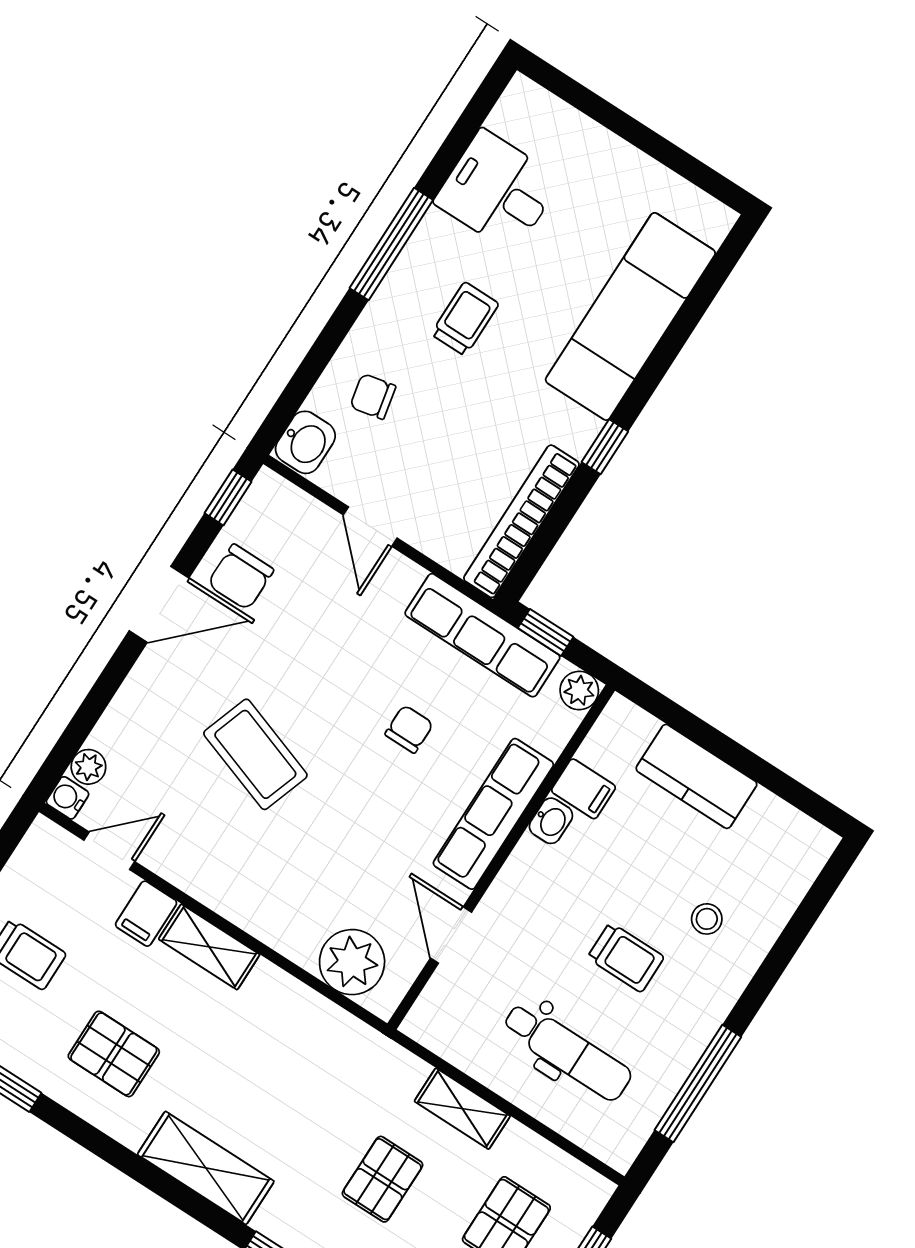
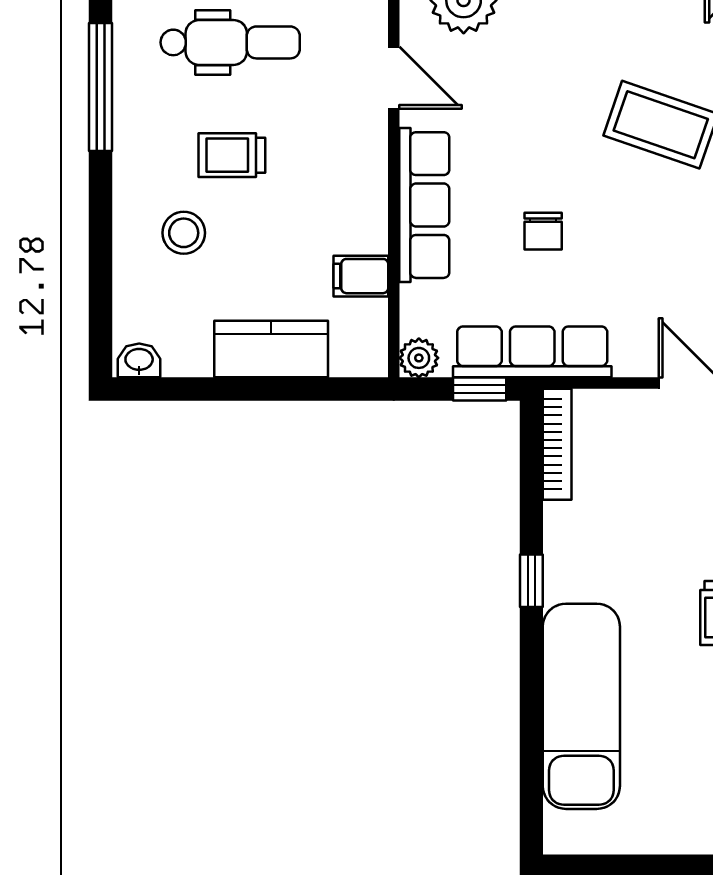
bookcase: (521, 521) -> (557, 444), width x0.68, depth x0.76
washbasin: (551, 821) -> (139, 360), moved, turned 90
stool: (707, 919) -> (184, 233), width x1.37, depth x1.37
dental chair: (567, 1051) -> (230, 42), turned 180

